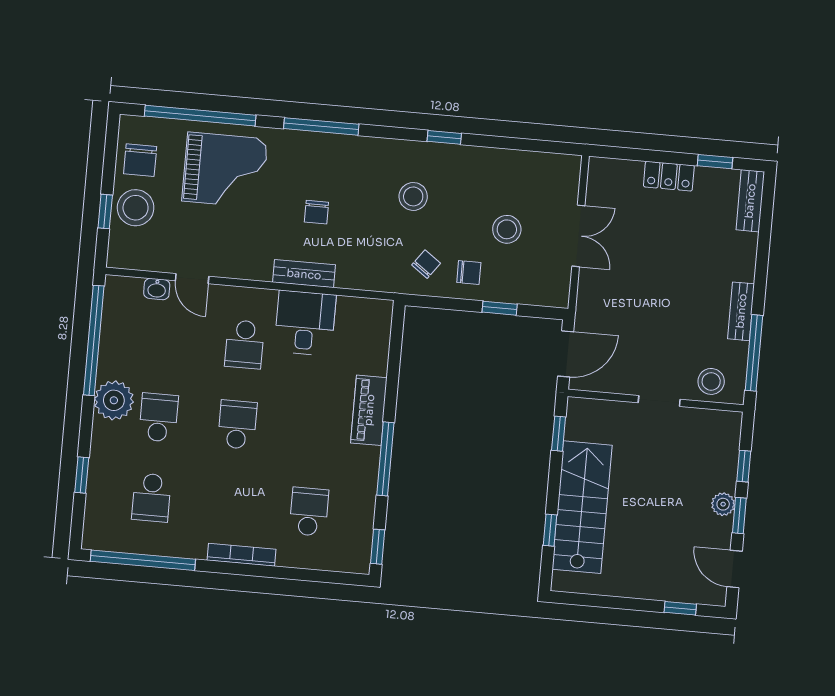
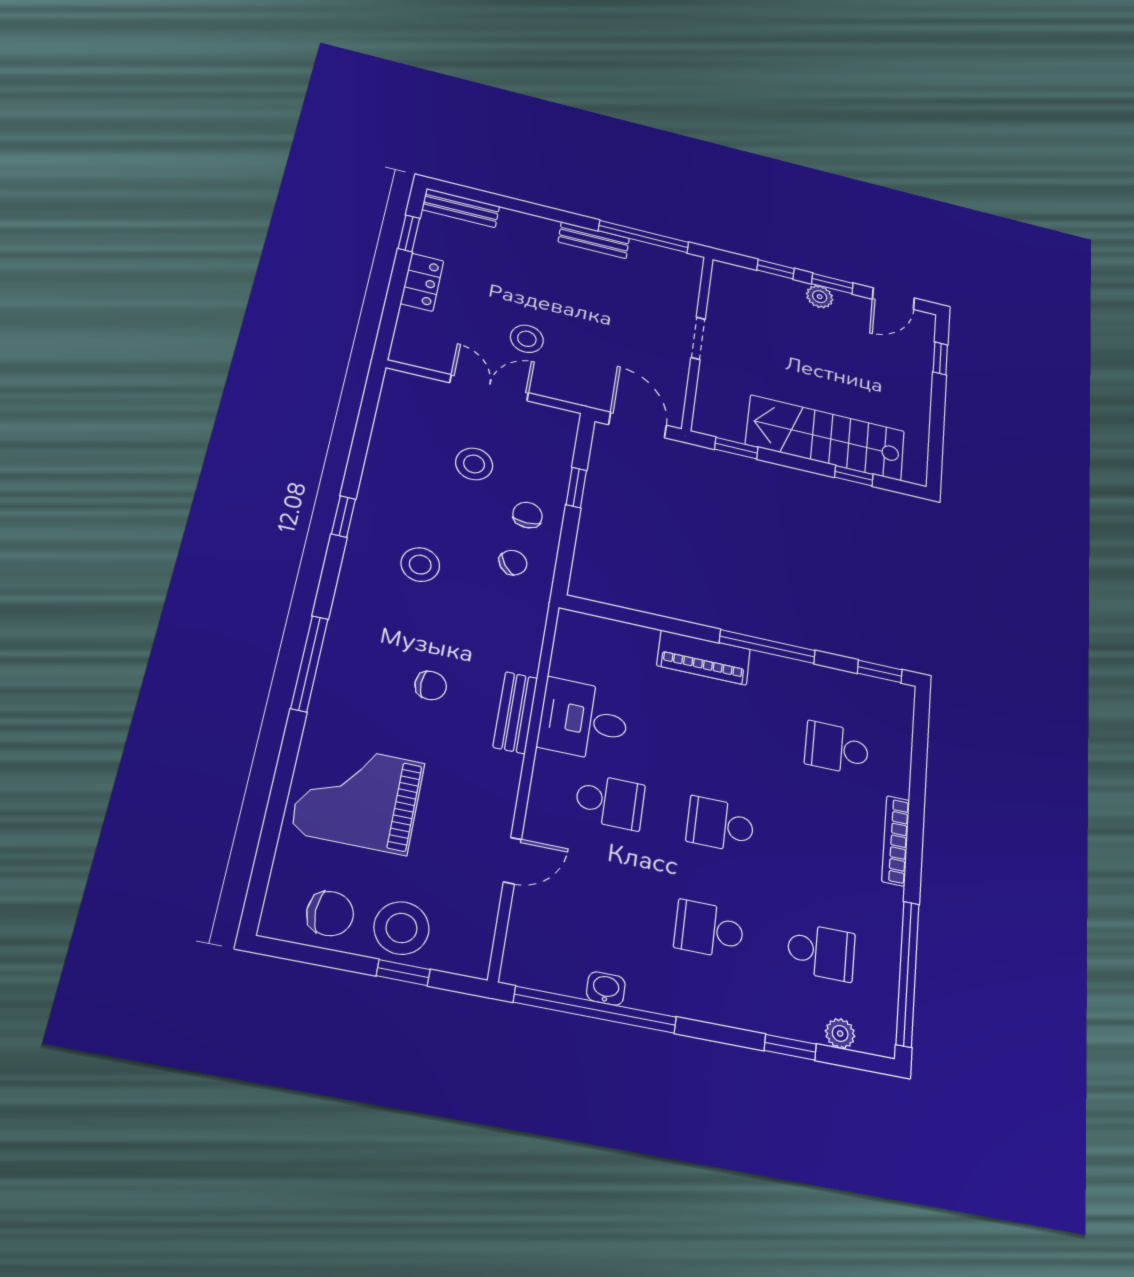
window: (200, 116) -> (273, 821), removed
grand piano: (225, 170) -> (358, 797), turned -90
chair: (426, 264) -> (513, 563), turned 109
washbasin: (157, 289) -> (606, 988), moved, turned -90
stool: (711, 381) -> (527, 339), moved
plant: (114, 400) -> (840, 1034), moved, width x0.53, depth x0.53

